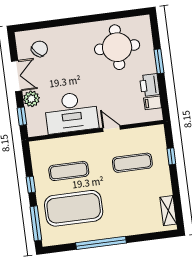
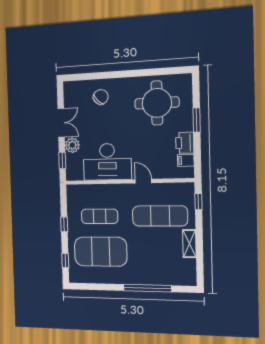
chair: (40, 49) -> (101, 97), moved
window: (171, 156) -> (198, 202), moved
exercise mat: (132, 163) -> (160, 216), width x1.36, depth x1.45
shelving: (168, 211) -> (189, 244), moved
window: (36, 223) -> (65, 260), width x0.46
window: (101, 243) -> (147, 288), moved

